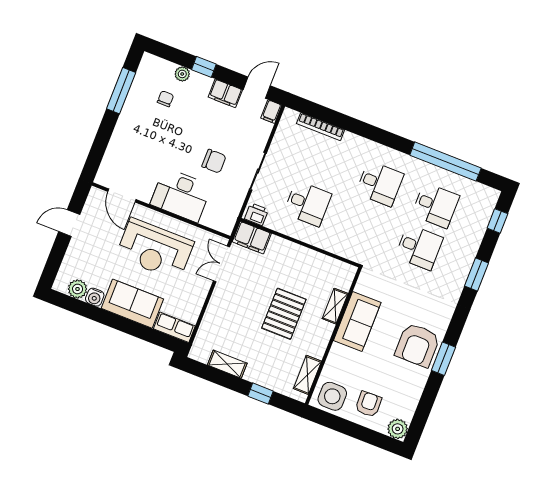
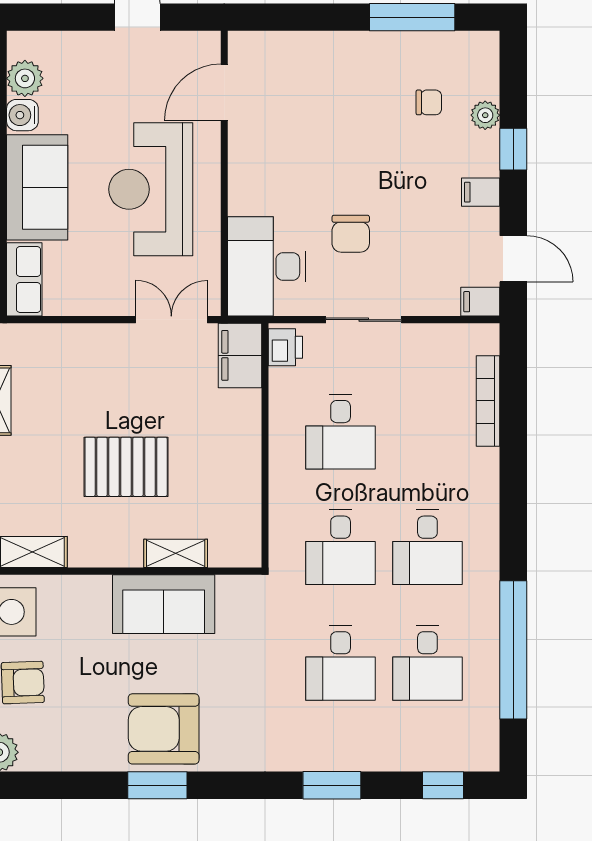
filing cabinet: (225, 93) -> (481, 192), width x0.50
desk: (181, 195) -> (267, 266), moved
desk: (363, 225) -> (341, 547), added

